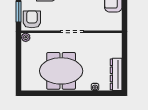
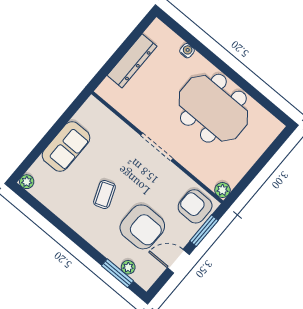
armchair: (32, 19) -> (195, 206), turned 90
dresser: (116, 74) -> (132, 61), moved

